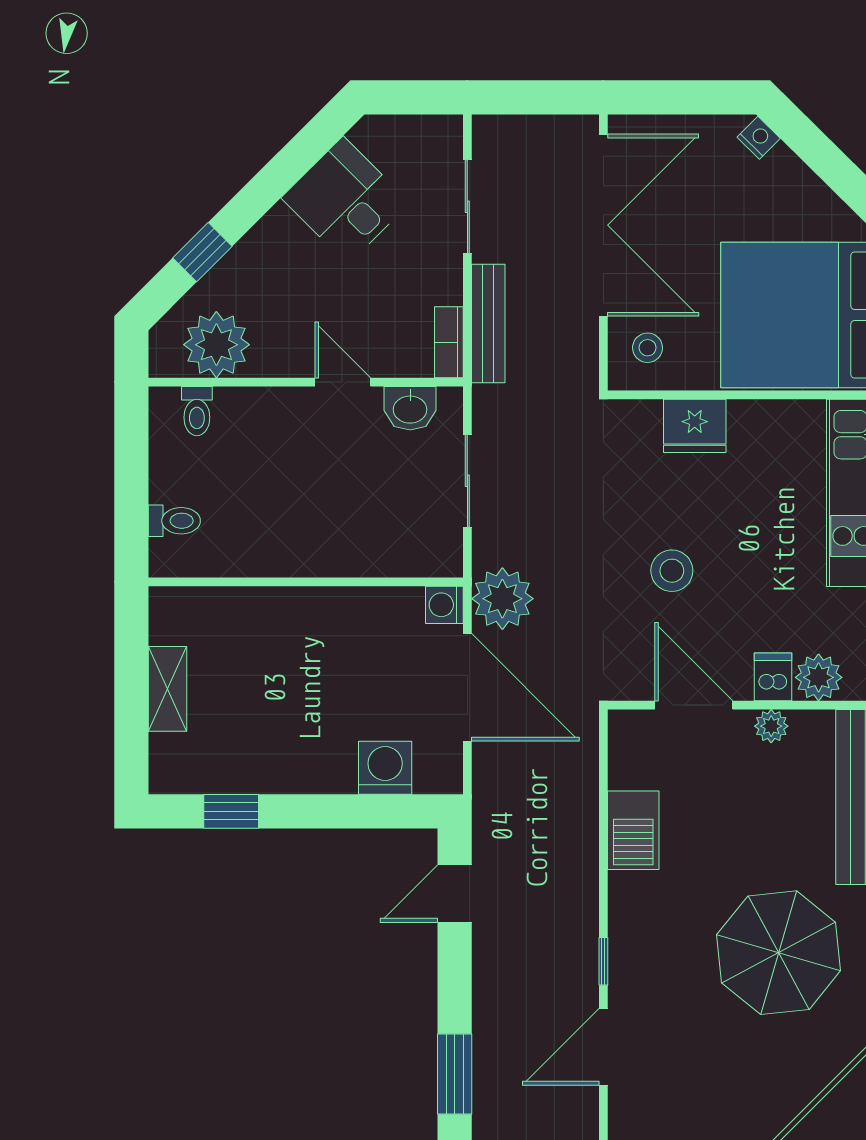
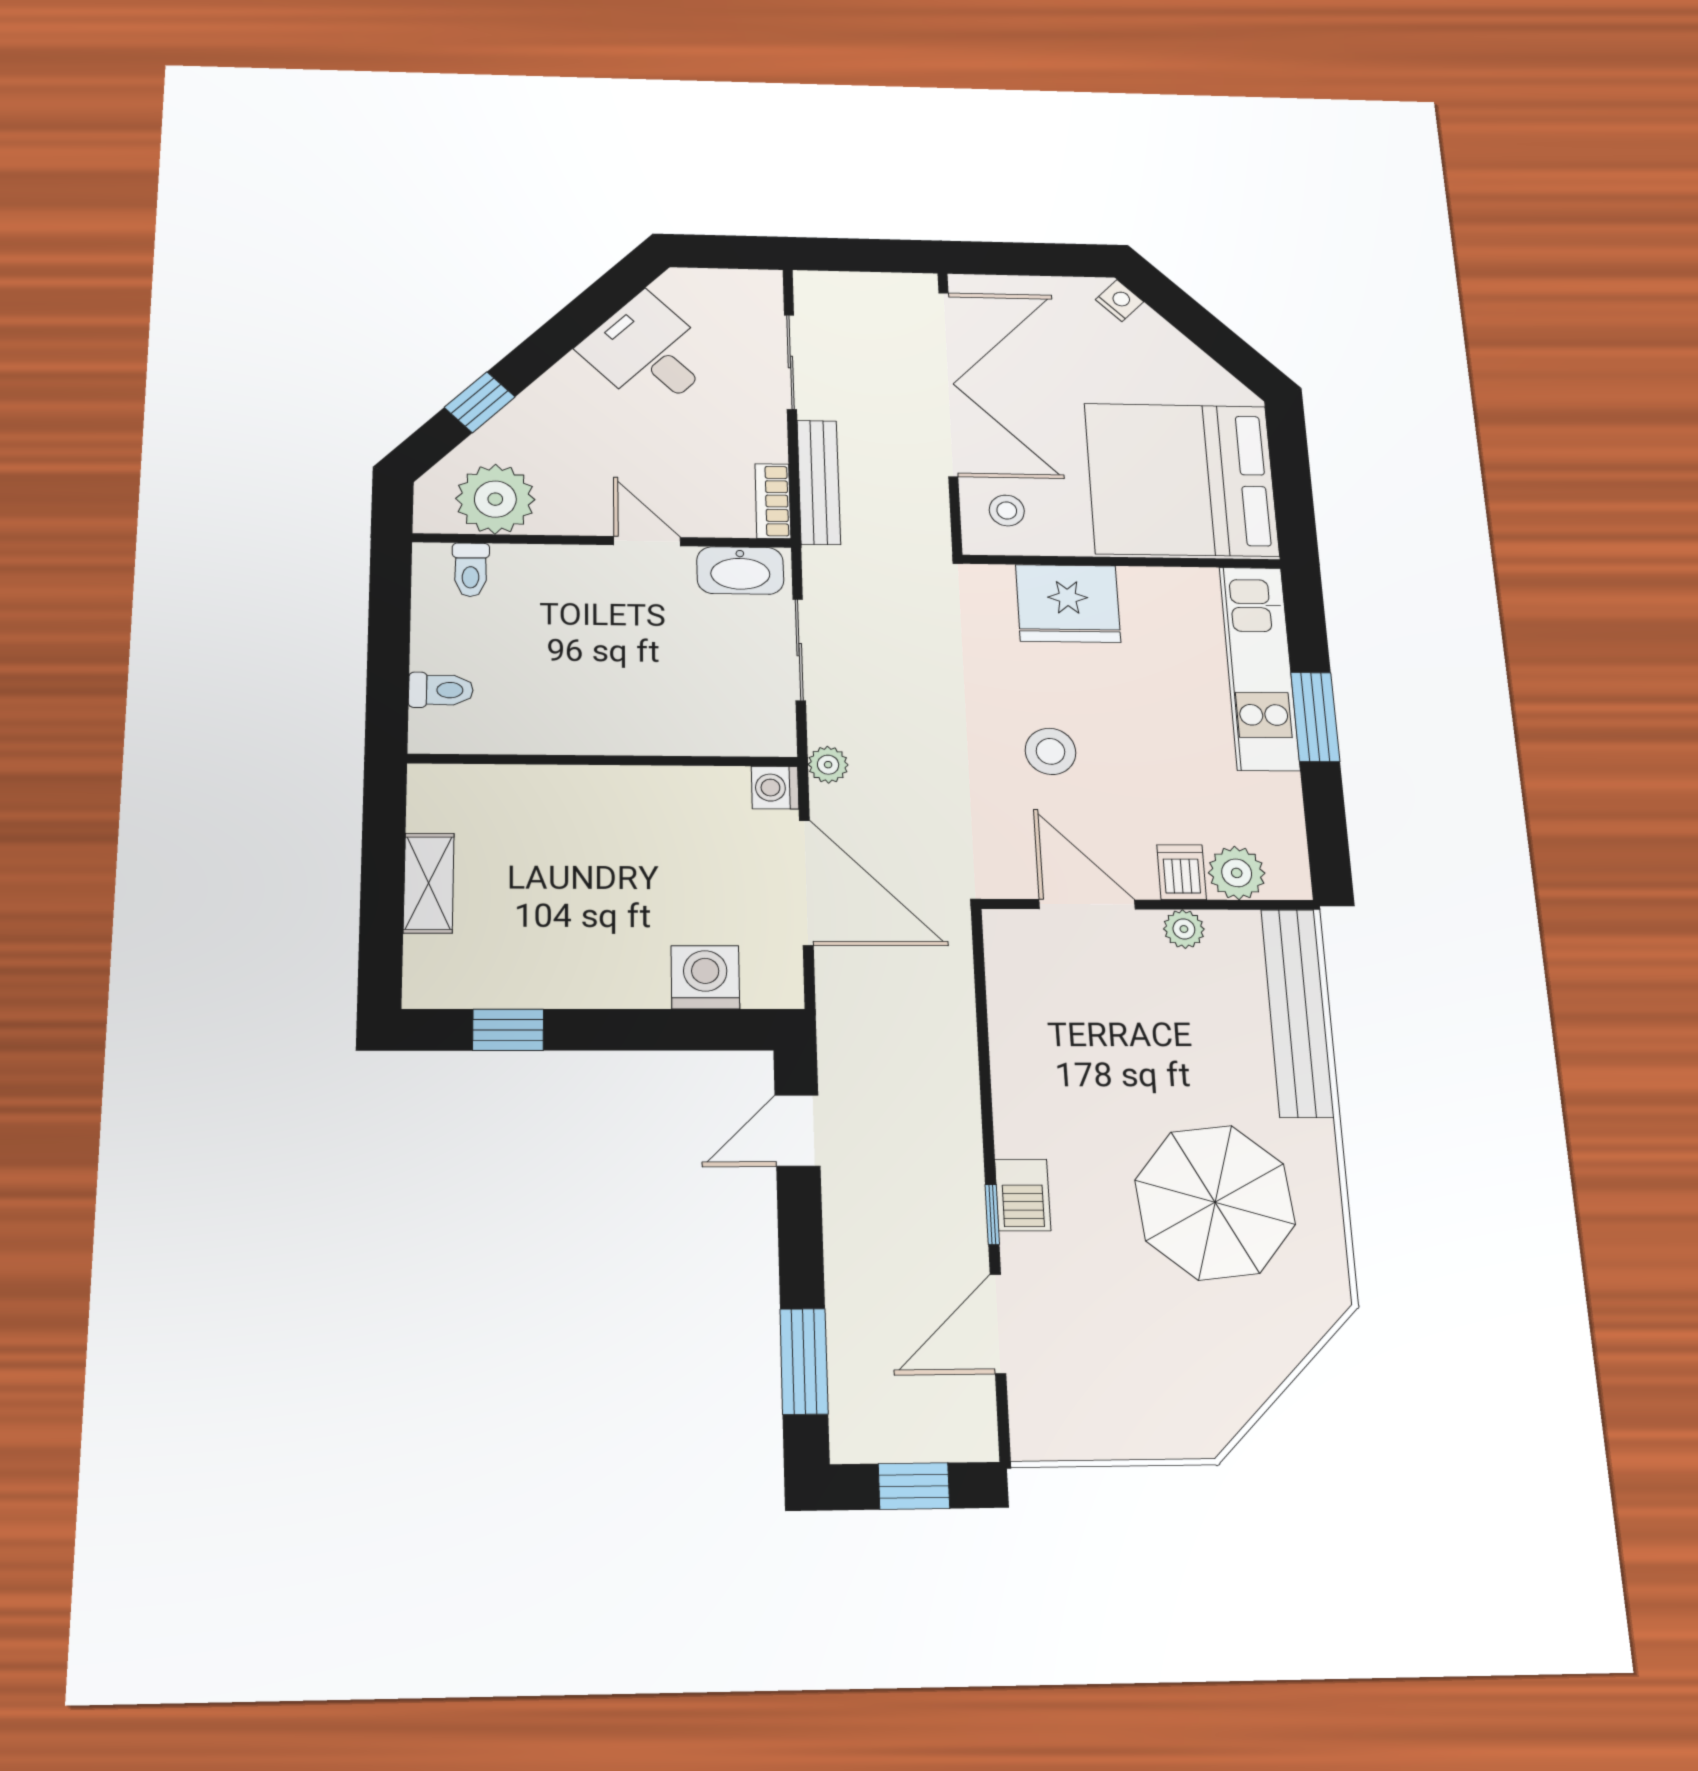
washbasin: (410, 408) -> (740, 570), width x1.38
fridge: (695, 426) -> (1068, 603), width x1.36, depth x1.34
plant: (502, 599) -> (828, 765), width x0.53, depth x0.53
barbecue: (633, 830) -> (1023, 1195), moved, width x0.73, depth x0.79

